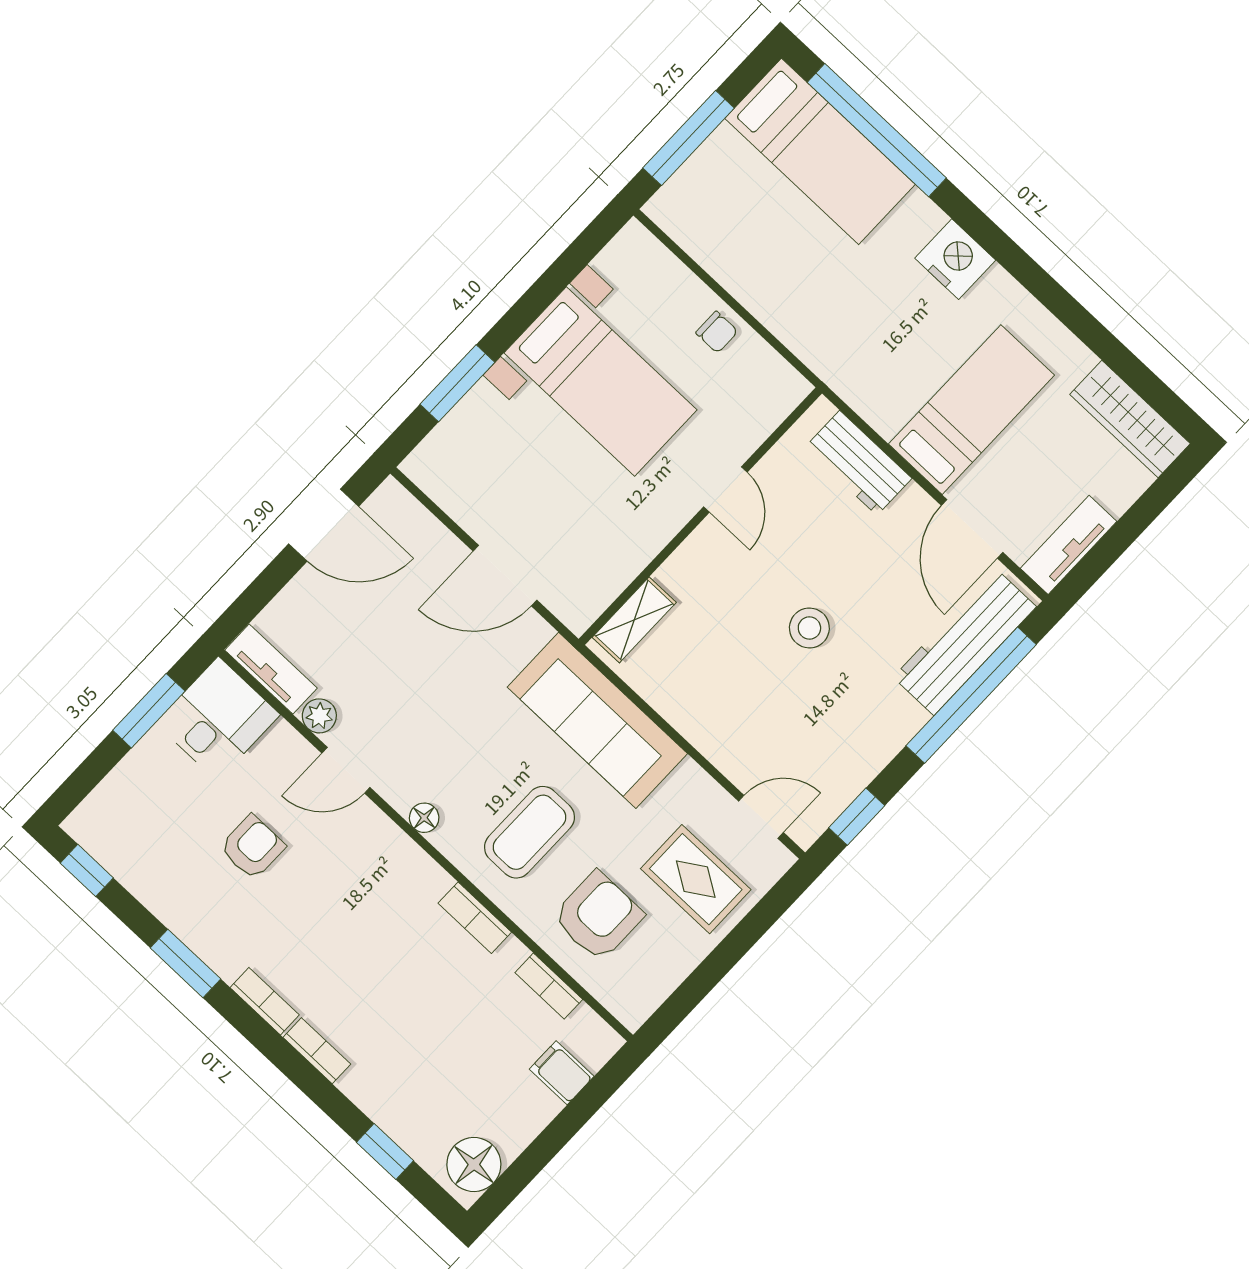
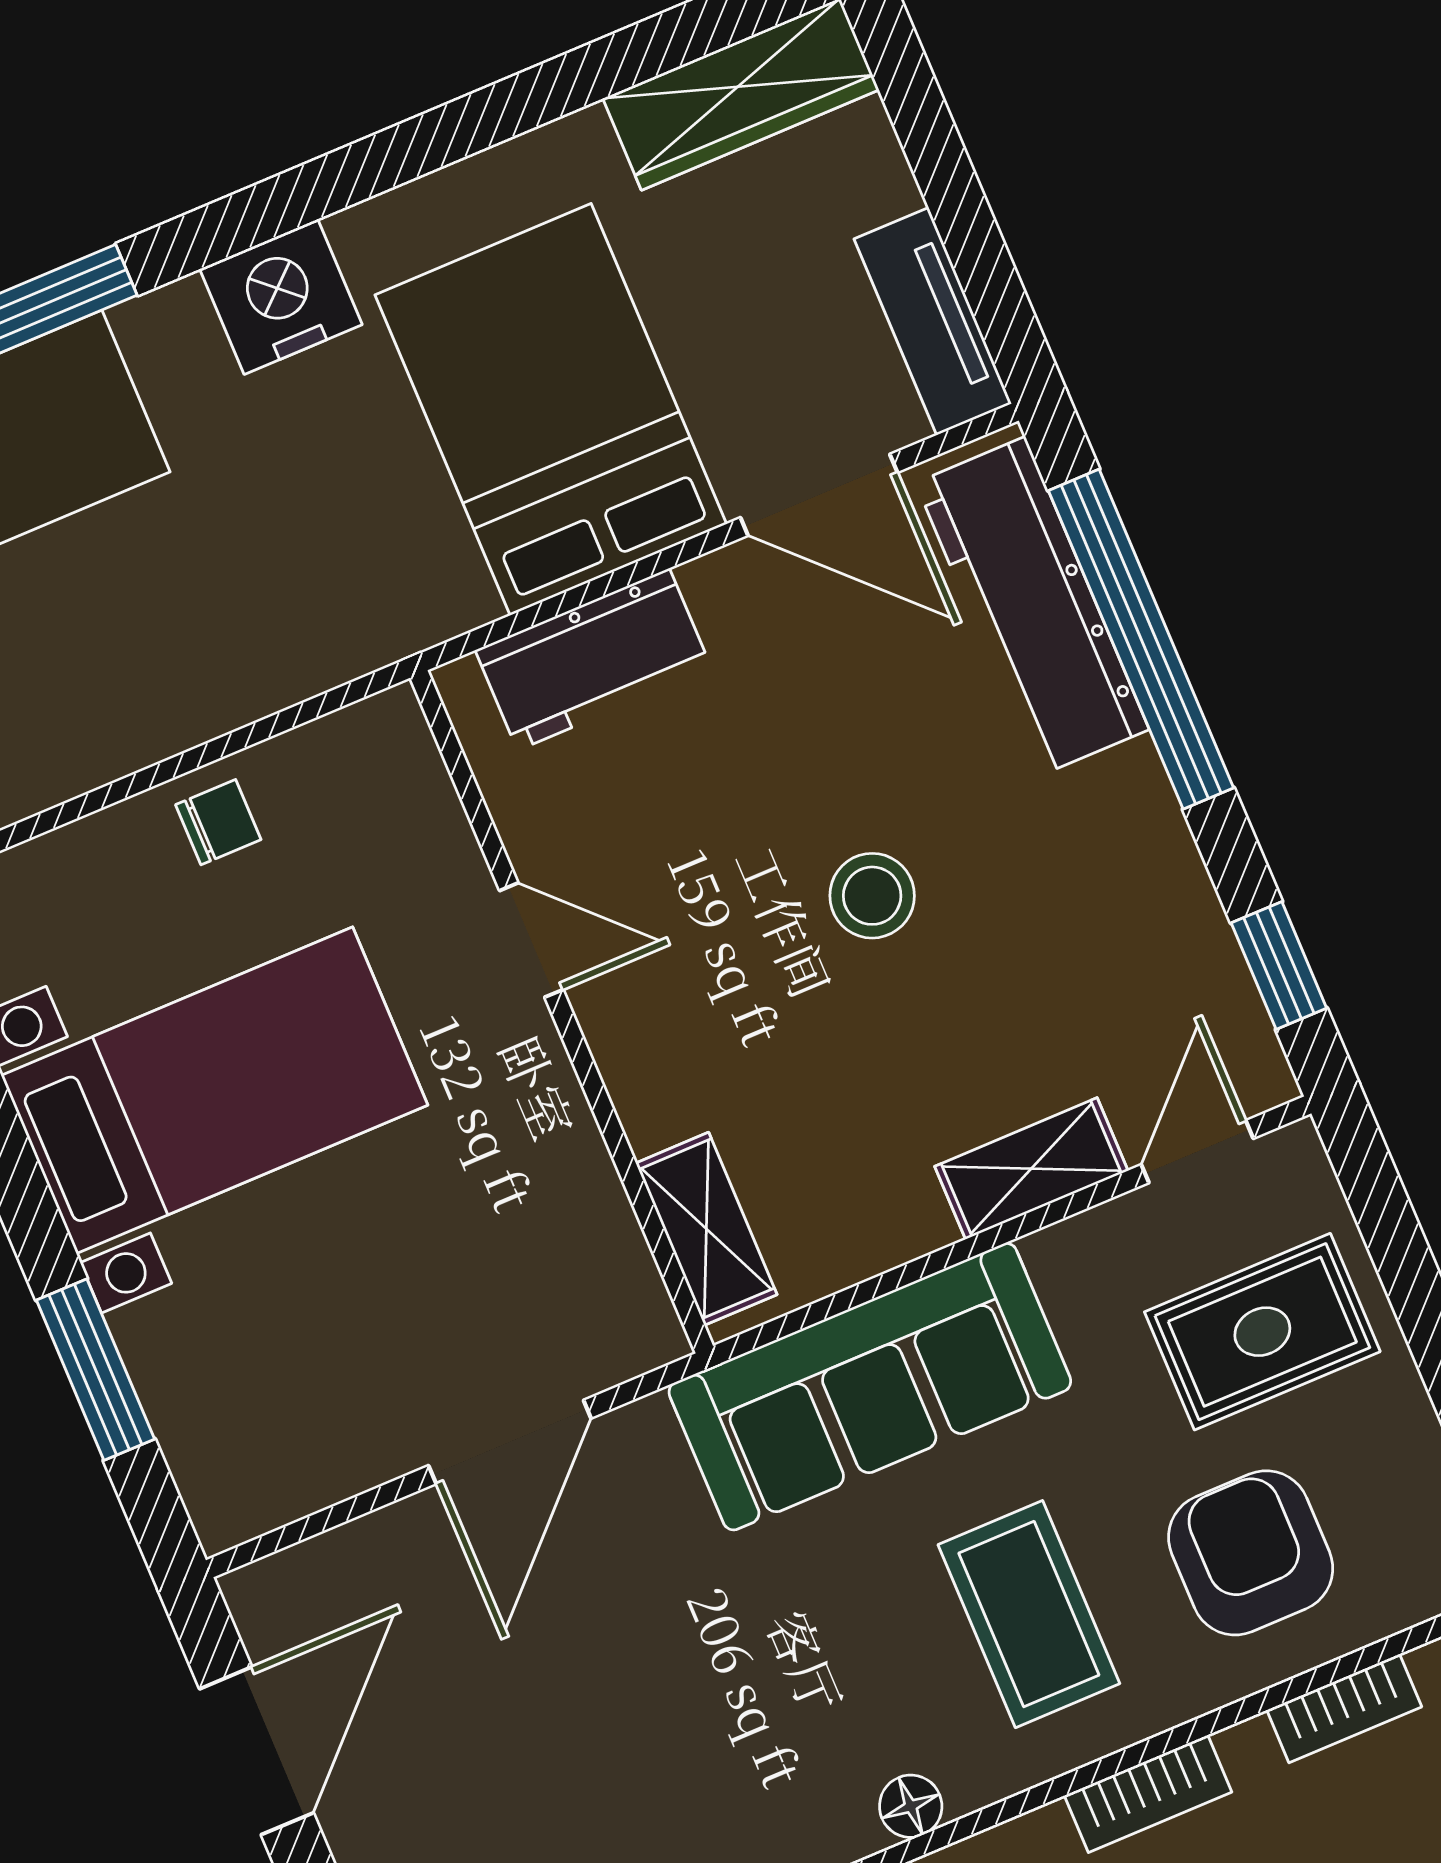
bed: (971, 410) -> (551, 409), width x1.50
shelving: (722, 749) -> (1031, 1169), added

